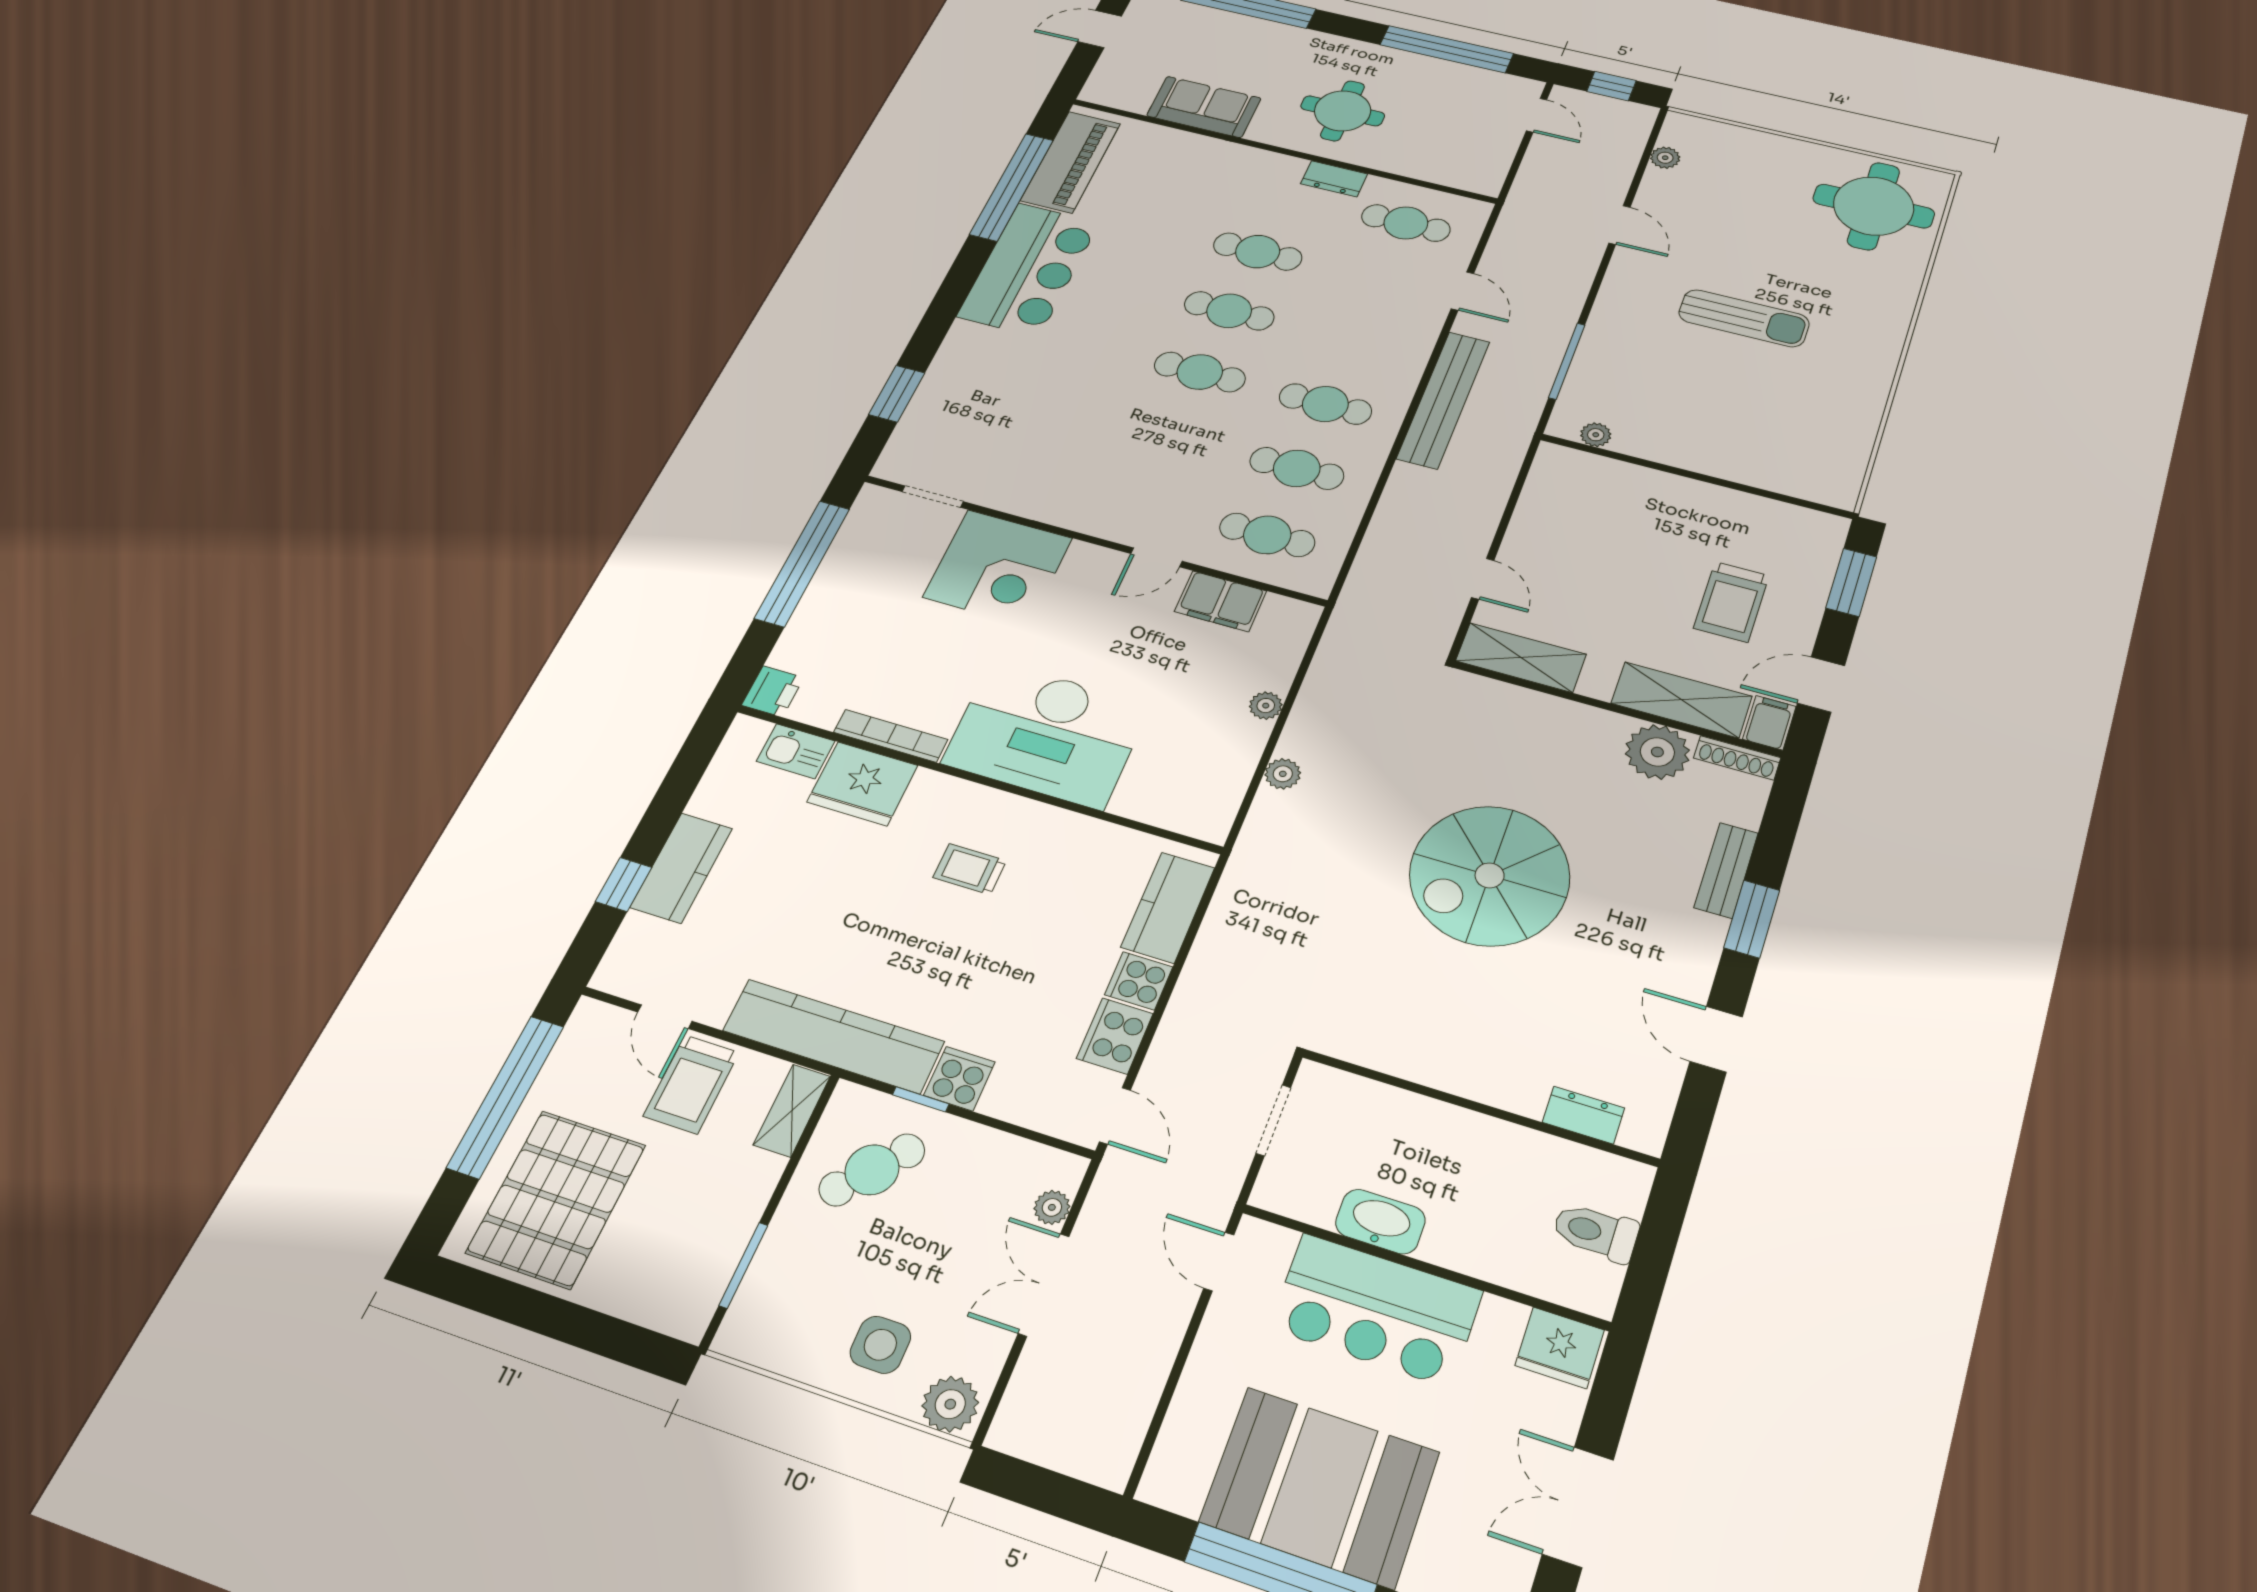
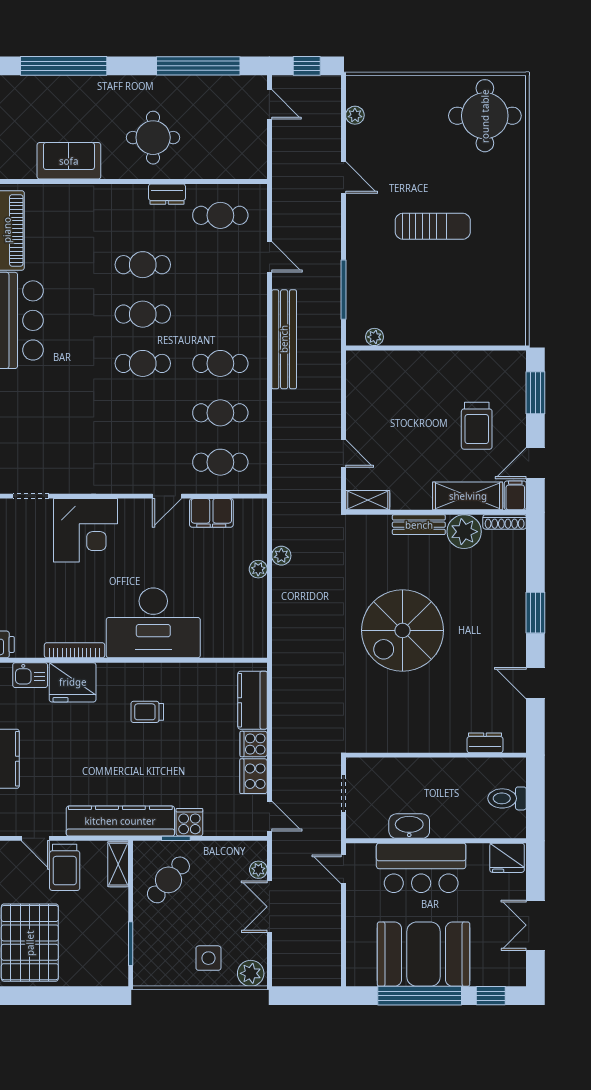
shelving: (1521, 658) -> (368, 500), width x0.67, depth x0.75
plant: (1283, 774) -> (281, 556), moved
bench: (1726, 870) -> (419, 525), moved, turned 90

